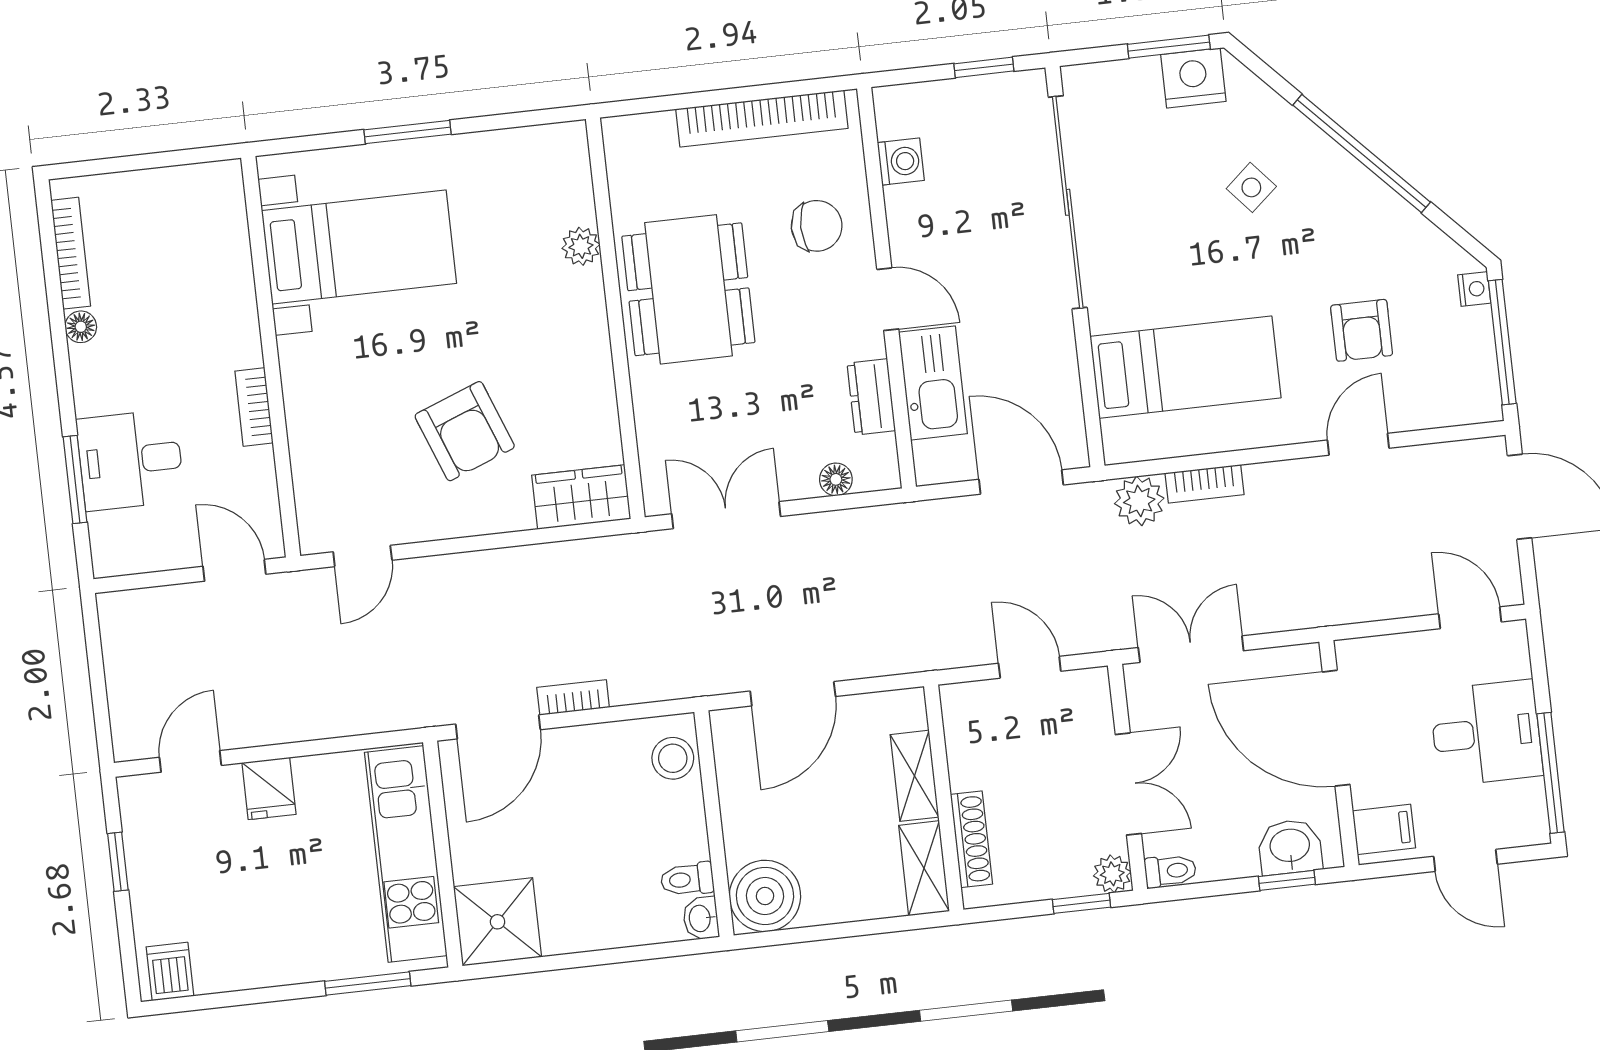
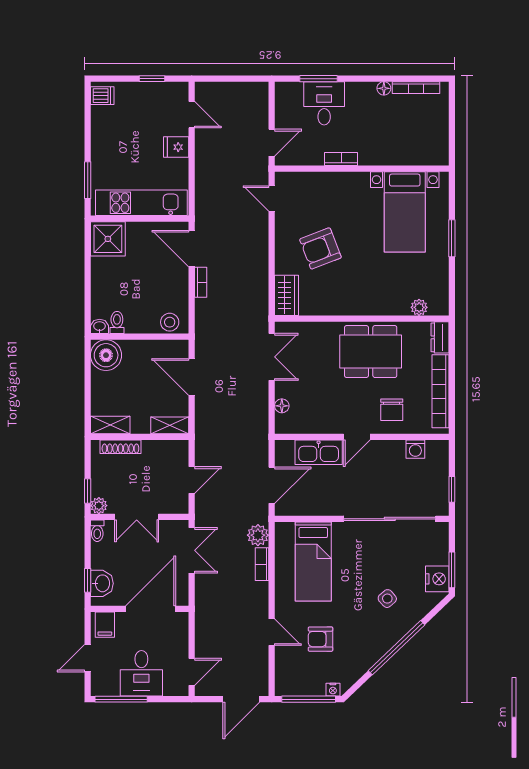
plant: (581, 246) -> (419, 307), moved
dresser: (871, 397) -> (440, 337), moved, turned -90
shelving: (914, 776) -> (170, 425), moved

